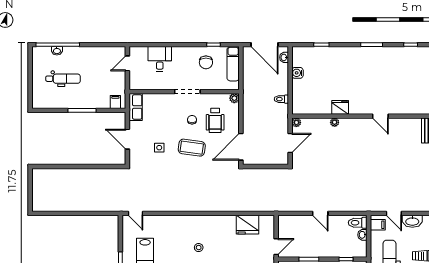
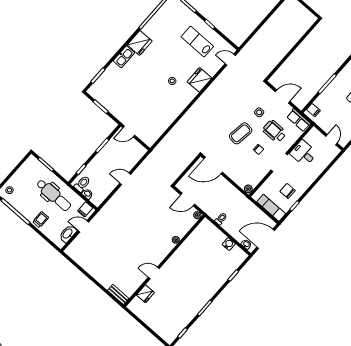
desk: (160, 59) -> (304, 153), moved, turned 180
fridge: (340, 107) -> (145, 294), moved
wheelchair: (215, 120) -> (274, 131), moved
door: (290, 143) -> (188, 199), hinge flipped
door: (241, 147) -> (213, 166), swing flipped
toilet: (358, 223) -> (82, 184), moved
fridge: (247, 225) -> (199, 80), moved
door: (276, 247) -> (129, 131), hinge flipped

